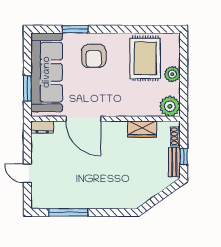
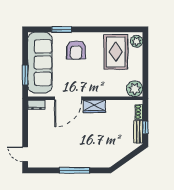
plant: (172, 74) -> (137, 41), moved
door: (83, 119) -> (68, 98), hinge flipped
wardrobe: (142, 129) -> (94, 106), moved
door: (27, 173) -> (25, 154), moved
window: (68, 212) -> (74, 170), moved

